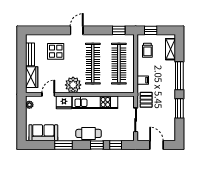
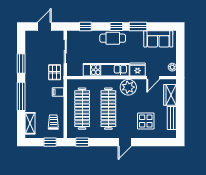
window: (97, 145) -> (116, 27), moved
door: (156, 145) -> (44, 27), swing flipped

